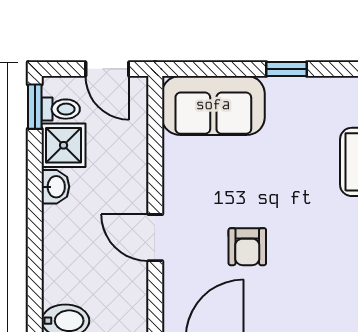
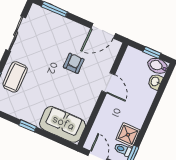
washbasin: (55, 187) -> (155, 82), moved

